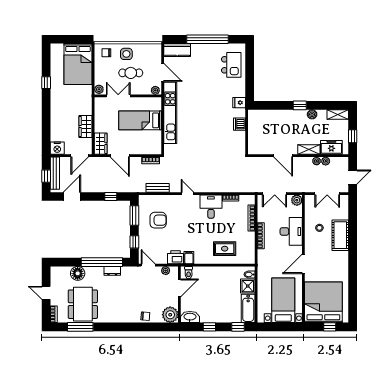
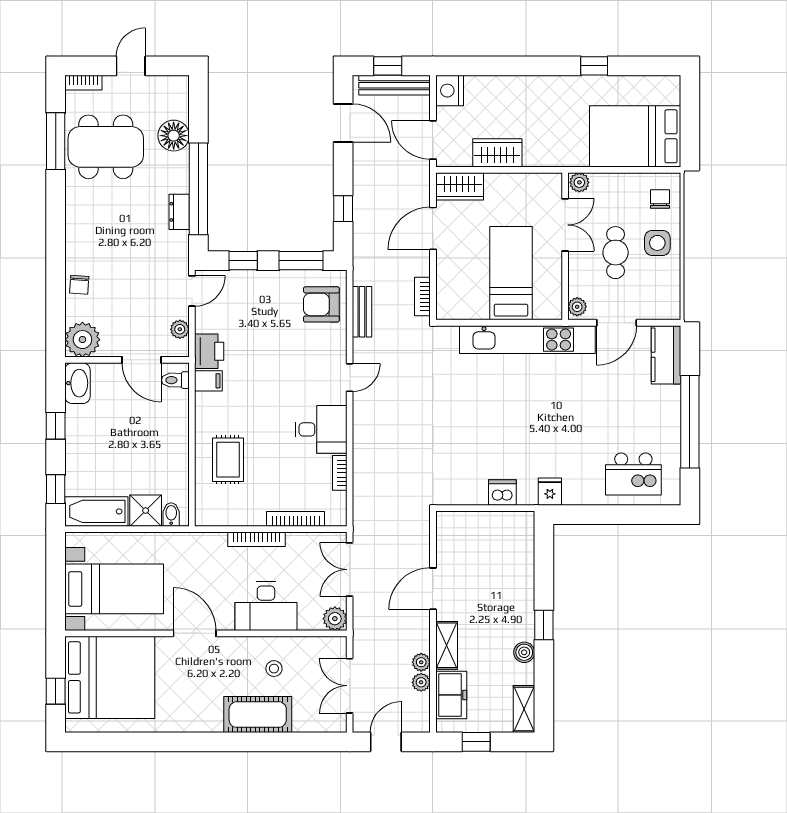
door: (353, 177) -> (386, 742), swing flipped
armchair: (158, 220) -> (321, 304), moved, turned 90

